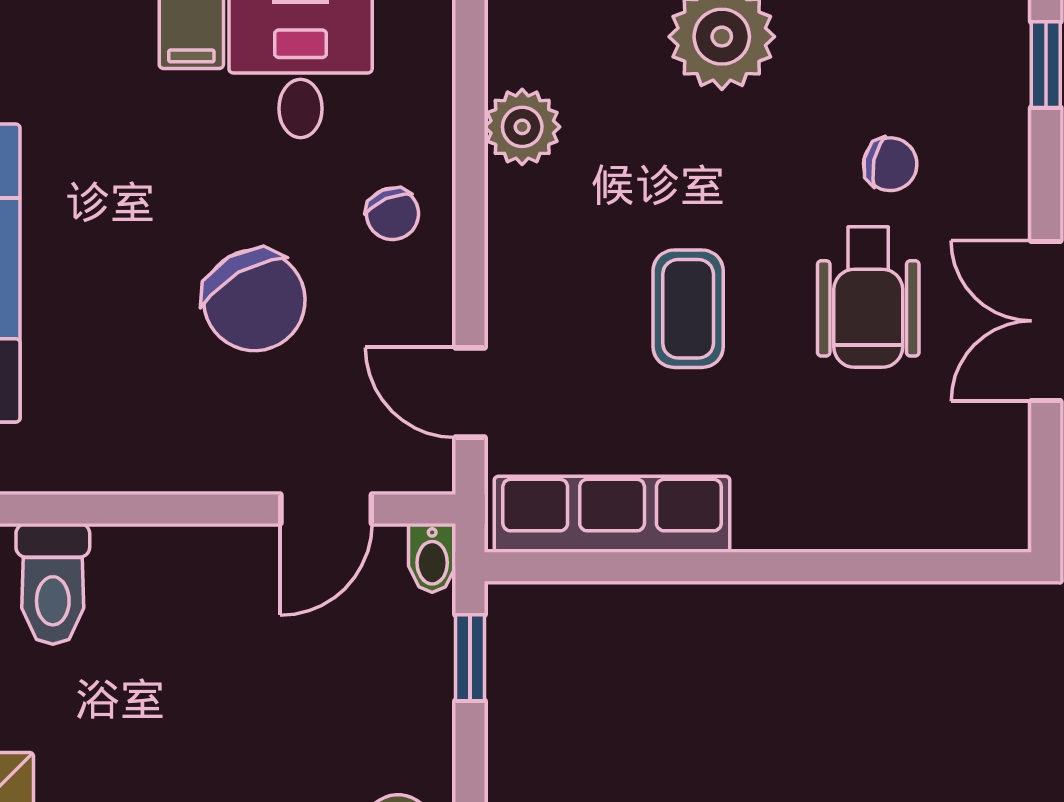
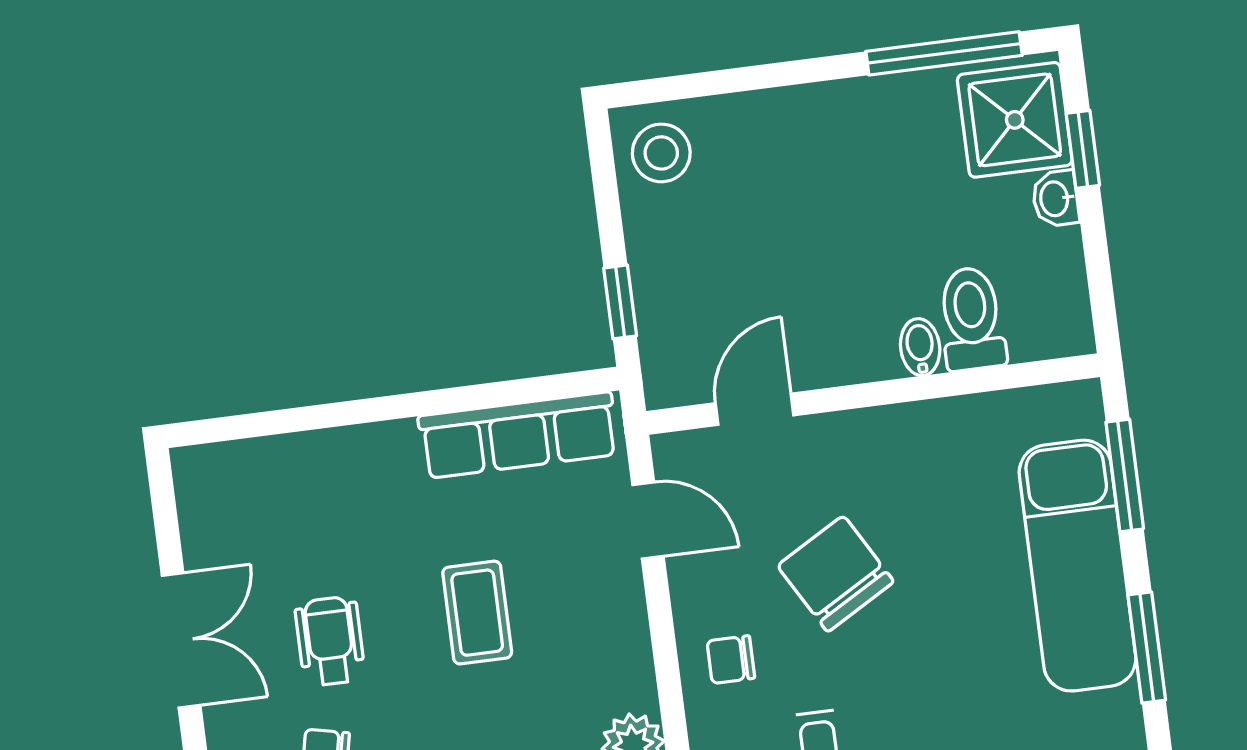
chair: (392, 214) -> (731, 660), turned -67
wheelchair: (868, 297) -> (330, 641), width x0.73, depth x0.73
bidet: (432, 558) -> (920, 347), moved

